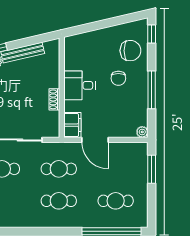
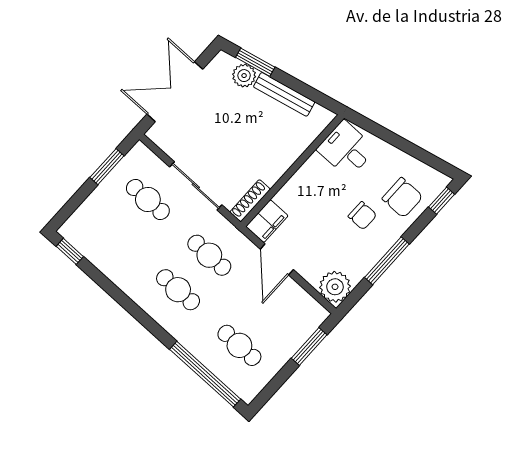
chair: (118, 78) -> (362, 216), turned -90
desk: (79, 85) -> (346, 149), moved
shoe rack: (54, 99) -> (250, 201), moved, width x1.43
plant: (142, 132) -> (335, 287), width x1.87, depth x1.87

